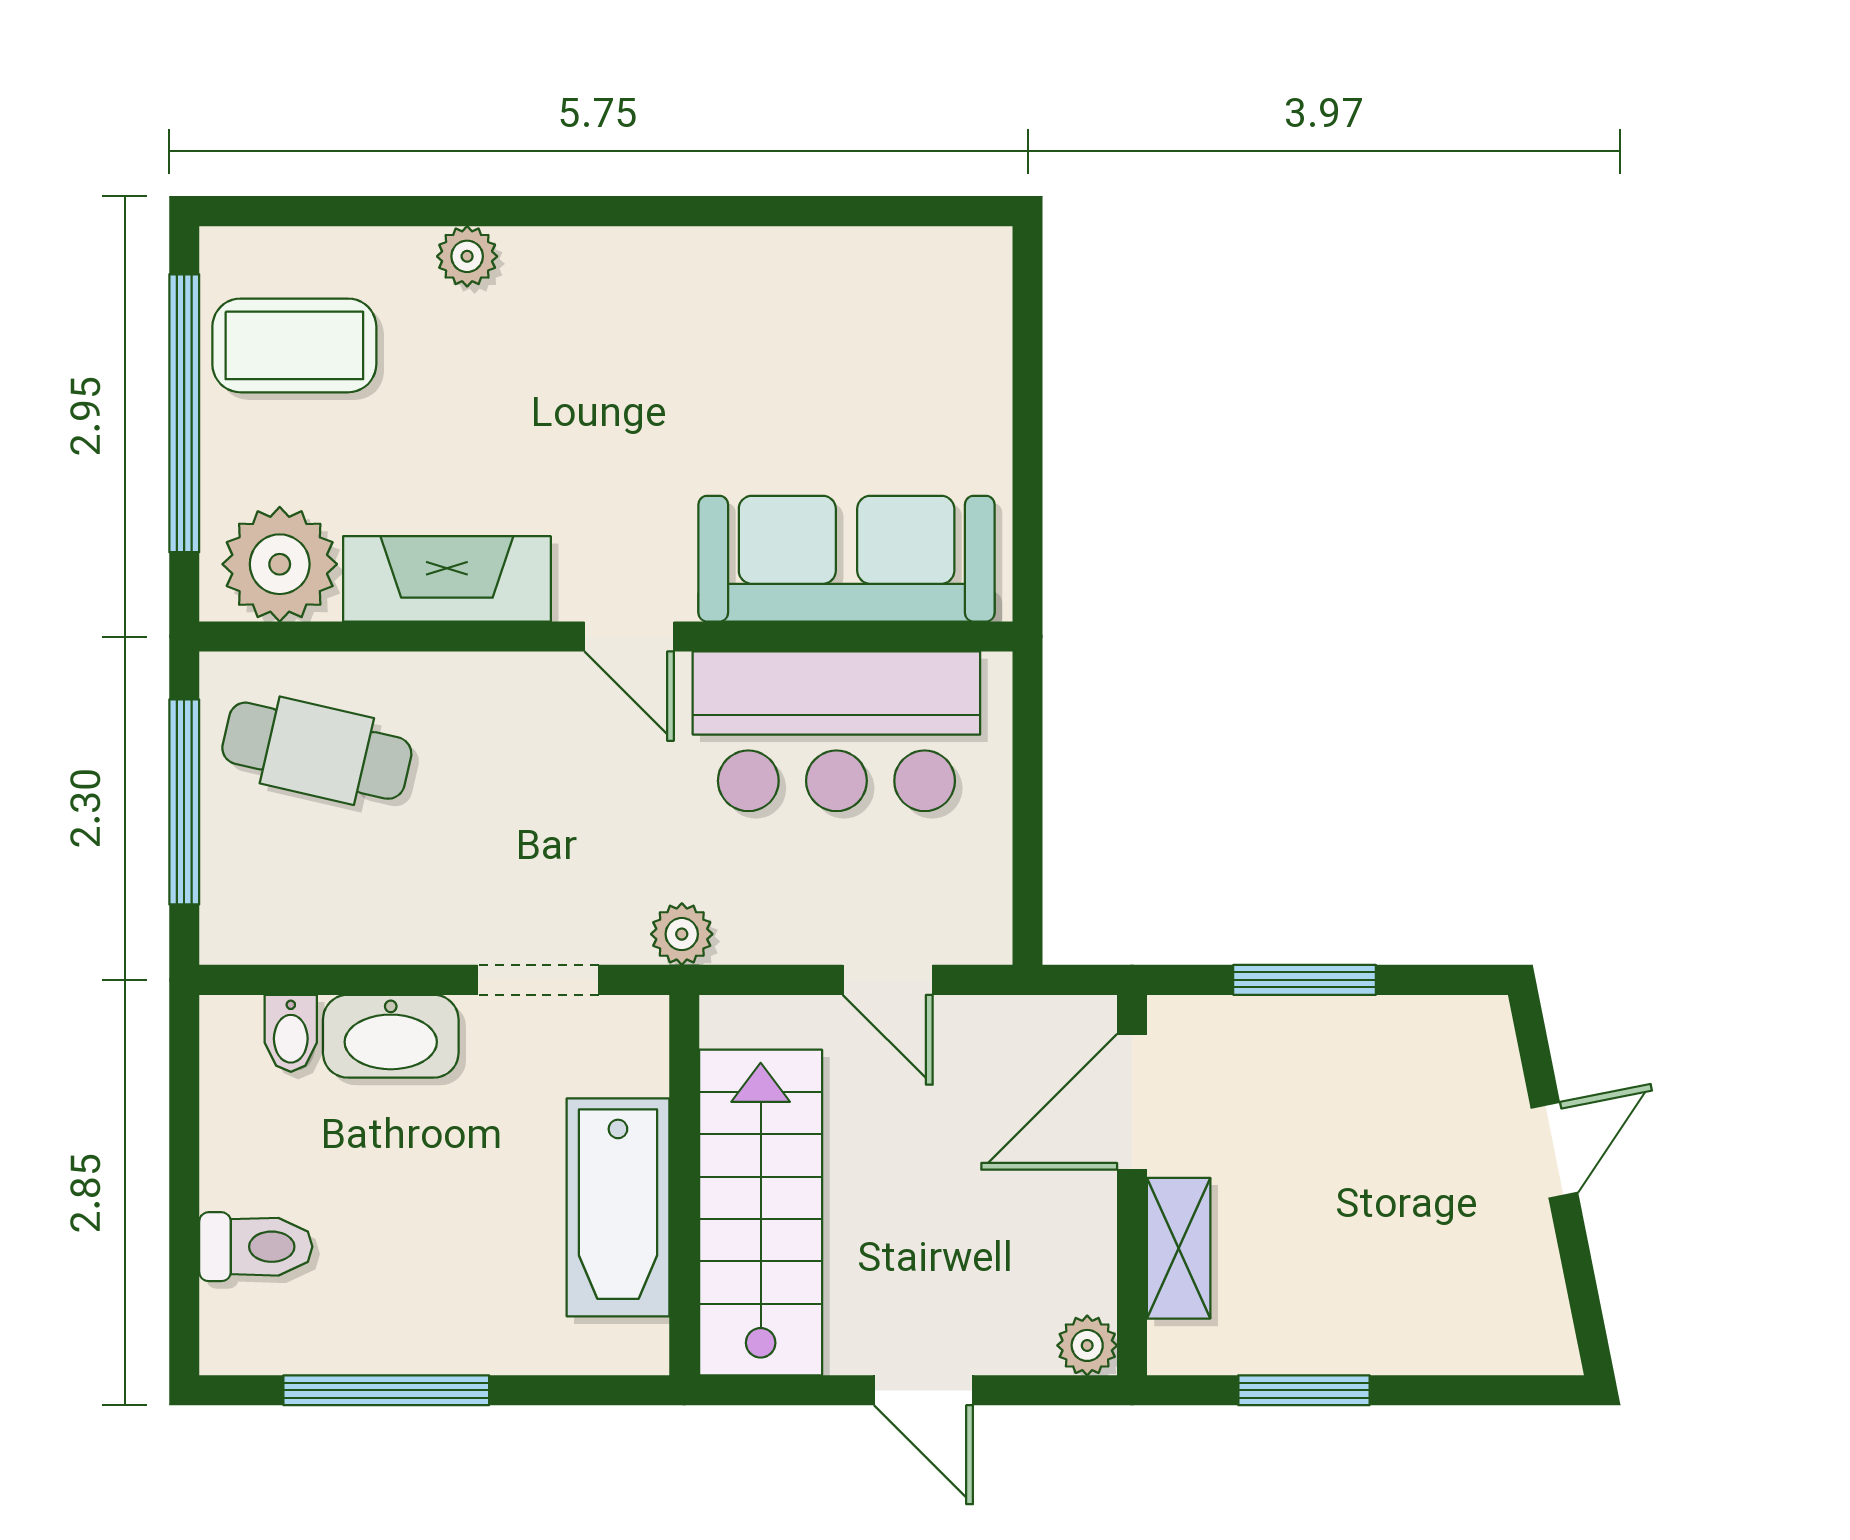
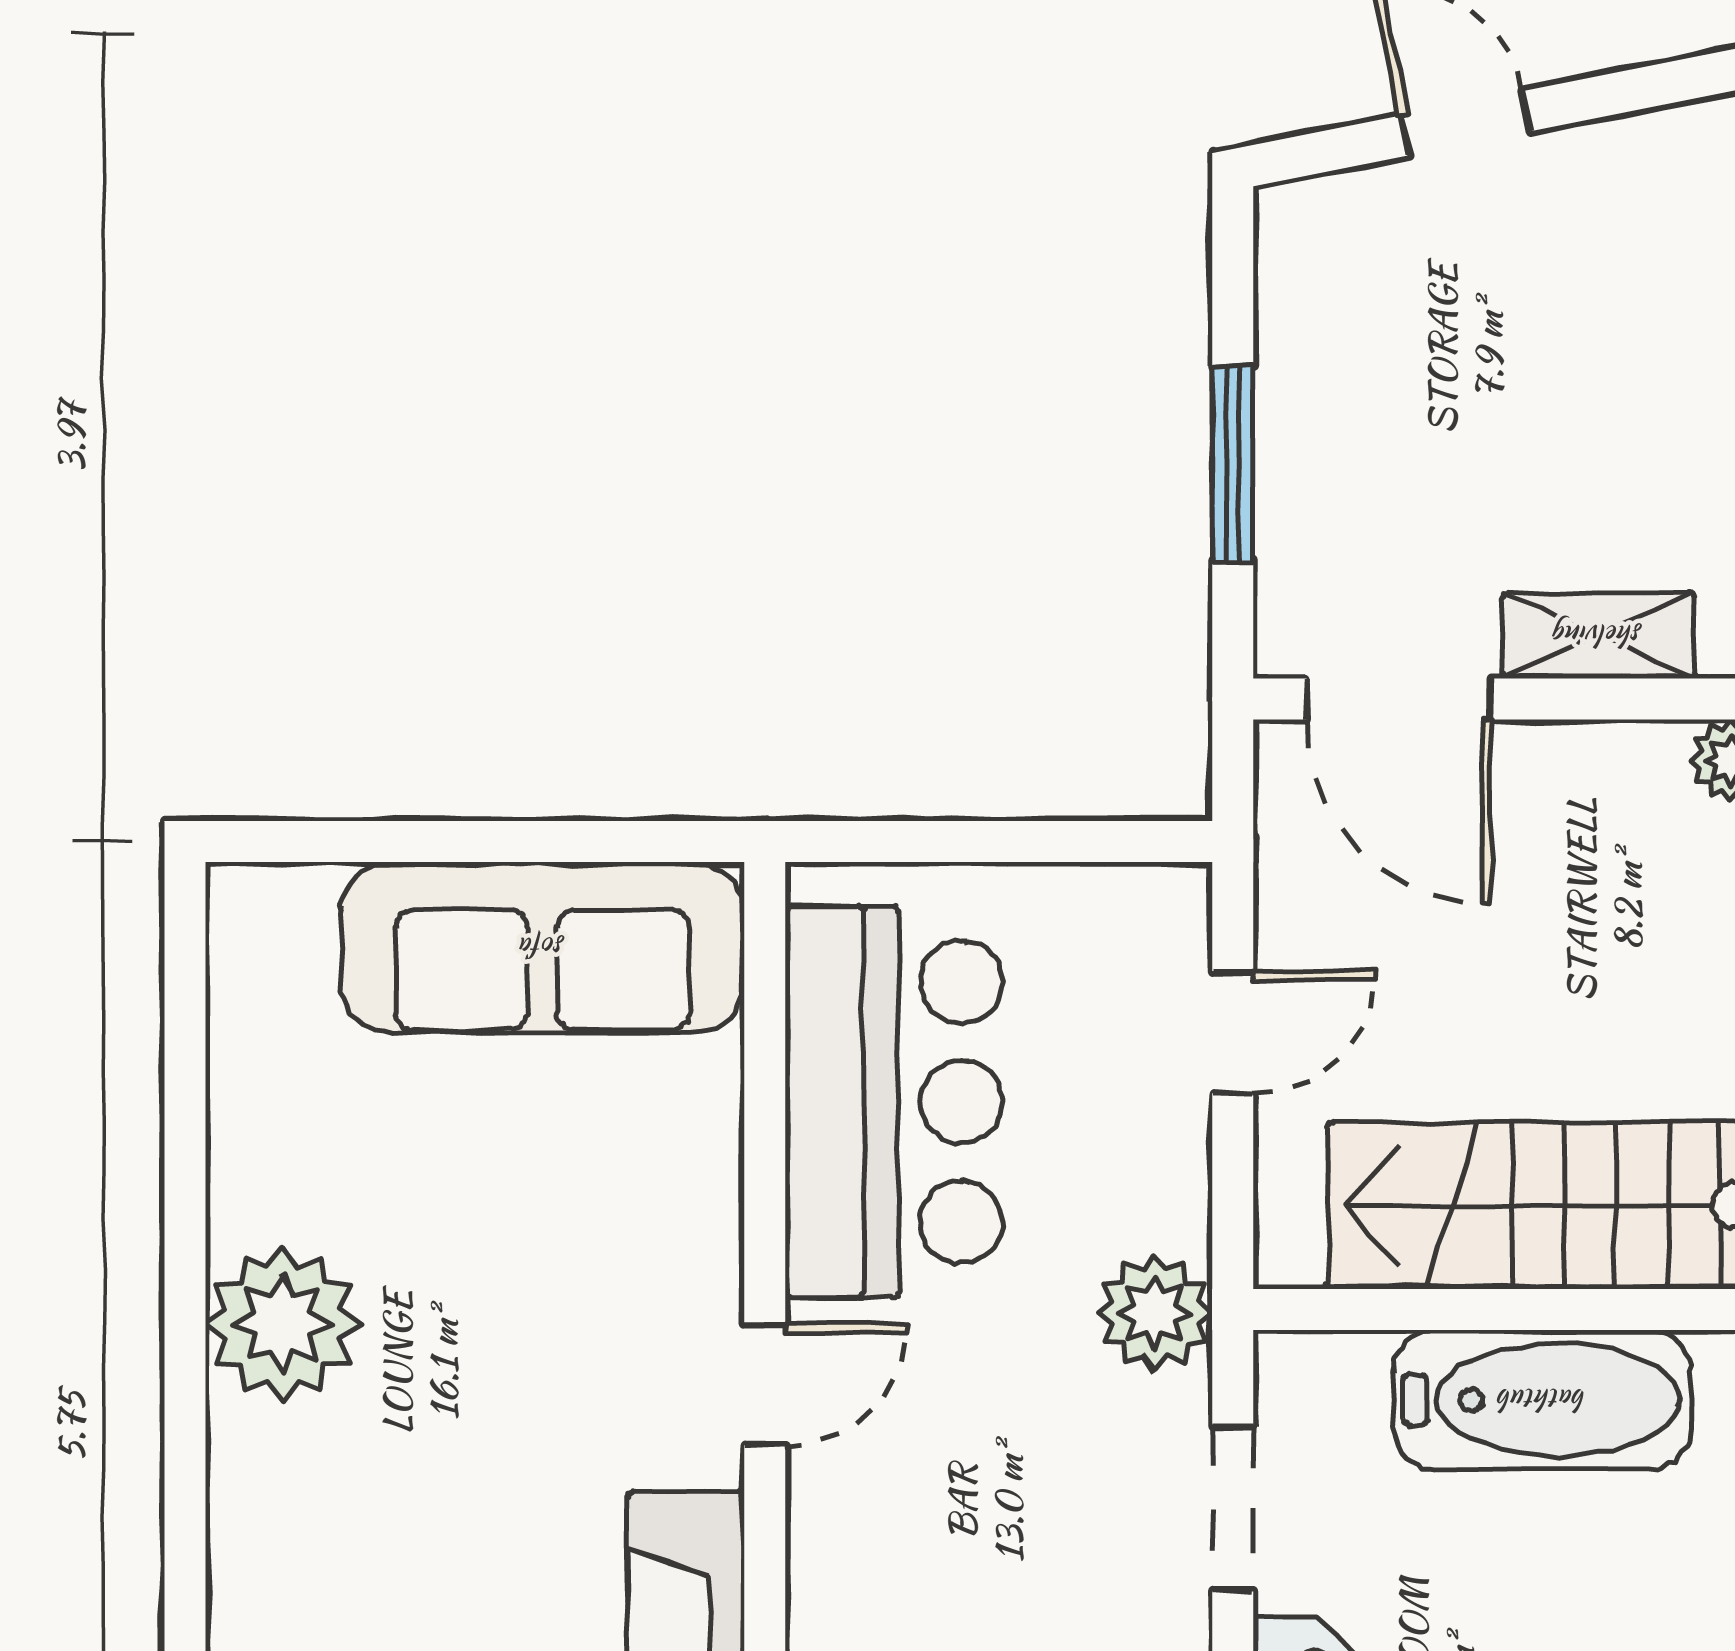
plant: (467, 256) -> (282, 1324), moved, width x1.88, depth x1.88
sofa: (847, 559) -> (543, 948), moved, turned -90
plant: (682, 934) -> (1155, 1313), width x1.38, depth x1.38

